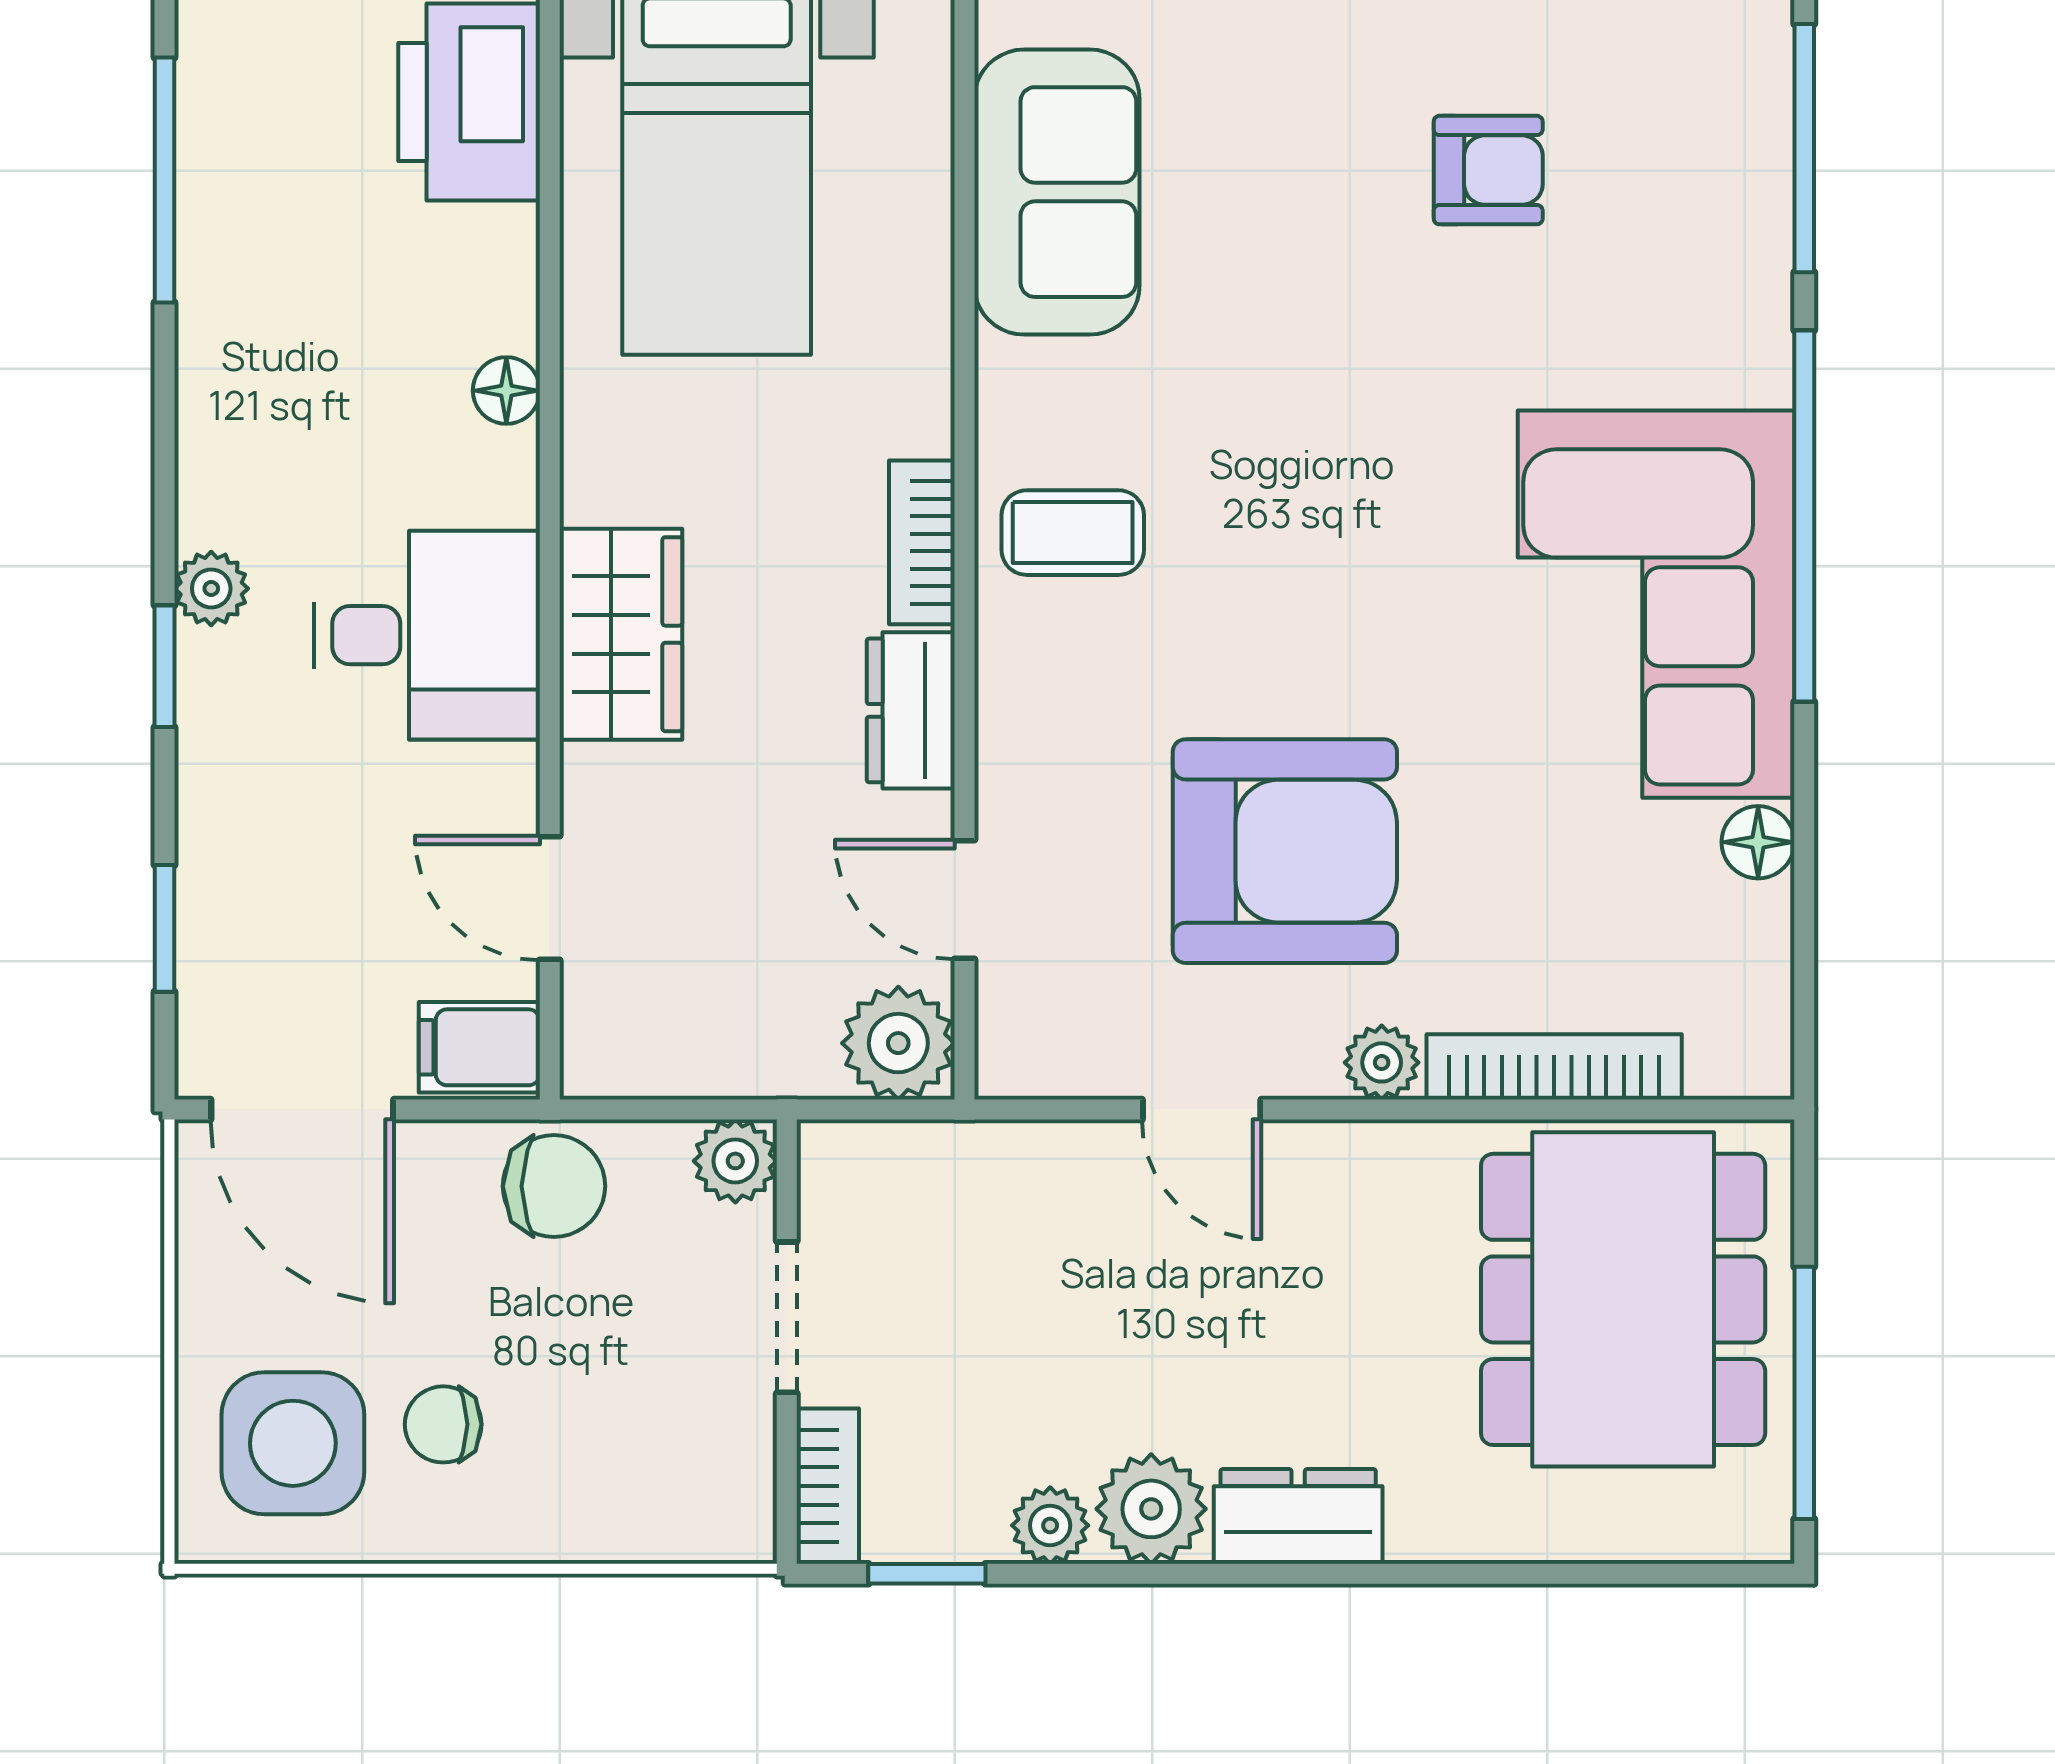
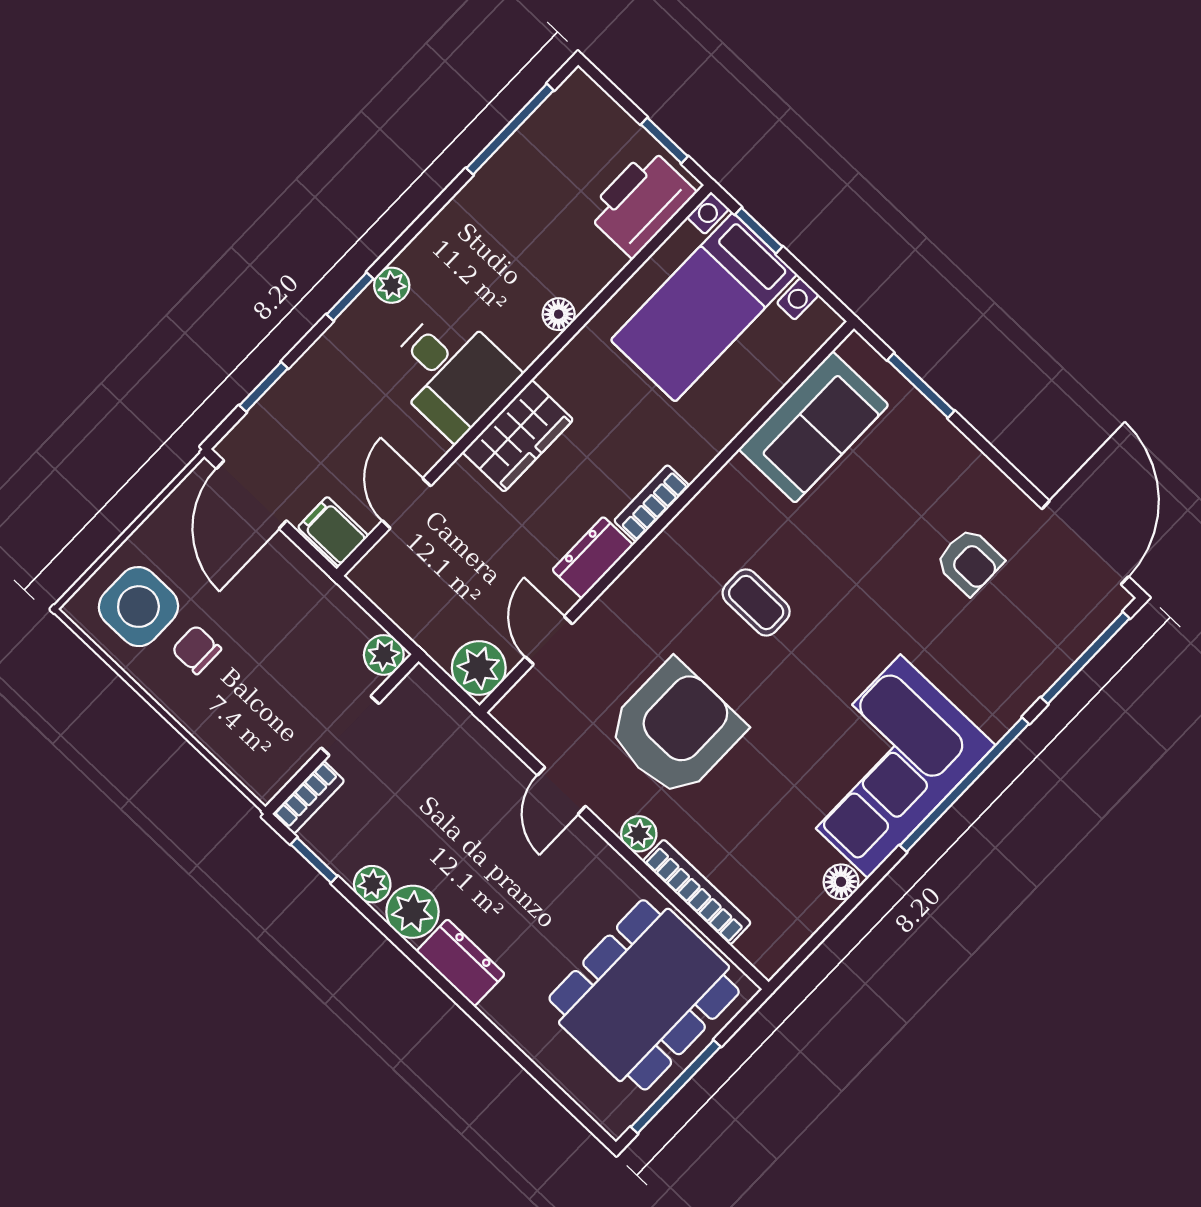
coffee table: (1073, 533) -> (756, 602), moved
armchair: (1285, 851) -> (675, 729), turned -90
chair: (554, 1186) -> (313, 604), removed

